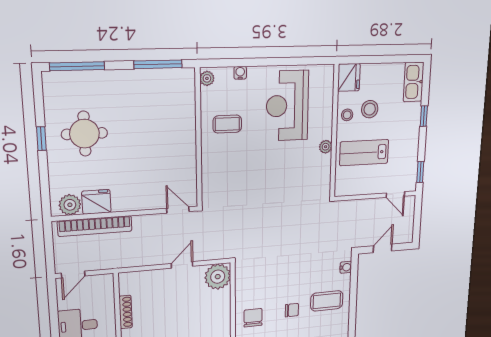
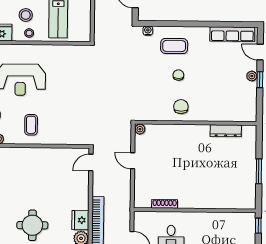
plant: (326, 147) -> (52, 50), removed
plant: (218, 277) -> (140, 129), width x0.53, depth x0.53
coffee table: (327, 301) -> (174, 46), turned 90
chair: (253, 318) -> (181, 107), turned 90

